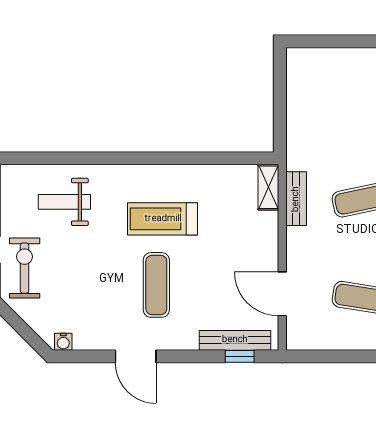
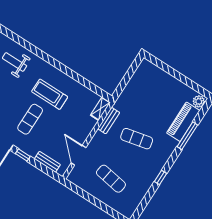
bench: (235, 340) -> (47, 162), width x0.73
window: (240, 356) -> (23, 155), moved

